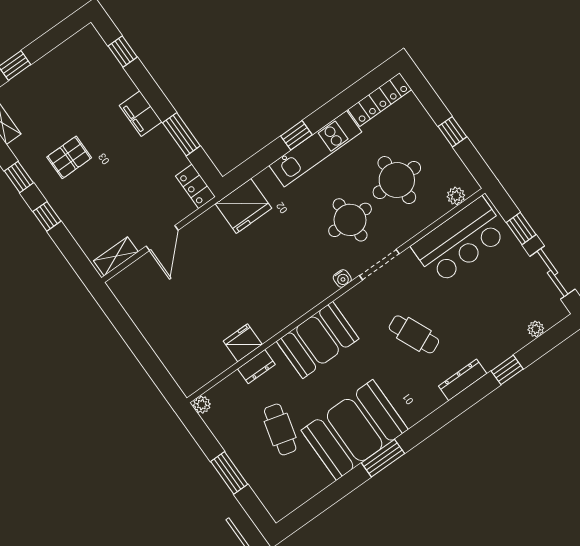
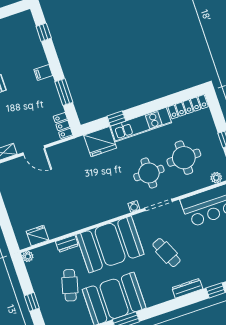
filing cabinet: (141, 114) -> (43, 72), width x0.50
window: (296, 135) -> (116, 118), moved
fridge: (243, 206) -> (100, 142), moved
door: (162, 238) -> (34, 150), hinge flipped
booth: (318, 340) -> (110, 244), width x1.36, depth x1.42
fridge: (243, 343) -> (38, 236), moved
window: (229, 473) -> (32, 302), width x0.67

